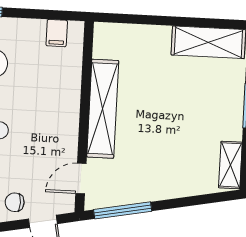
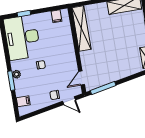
shelving: (103, 109) -> (81, 28), moved

